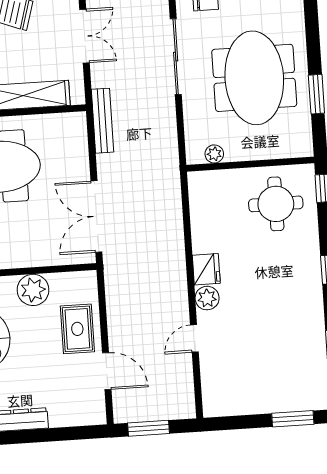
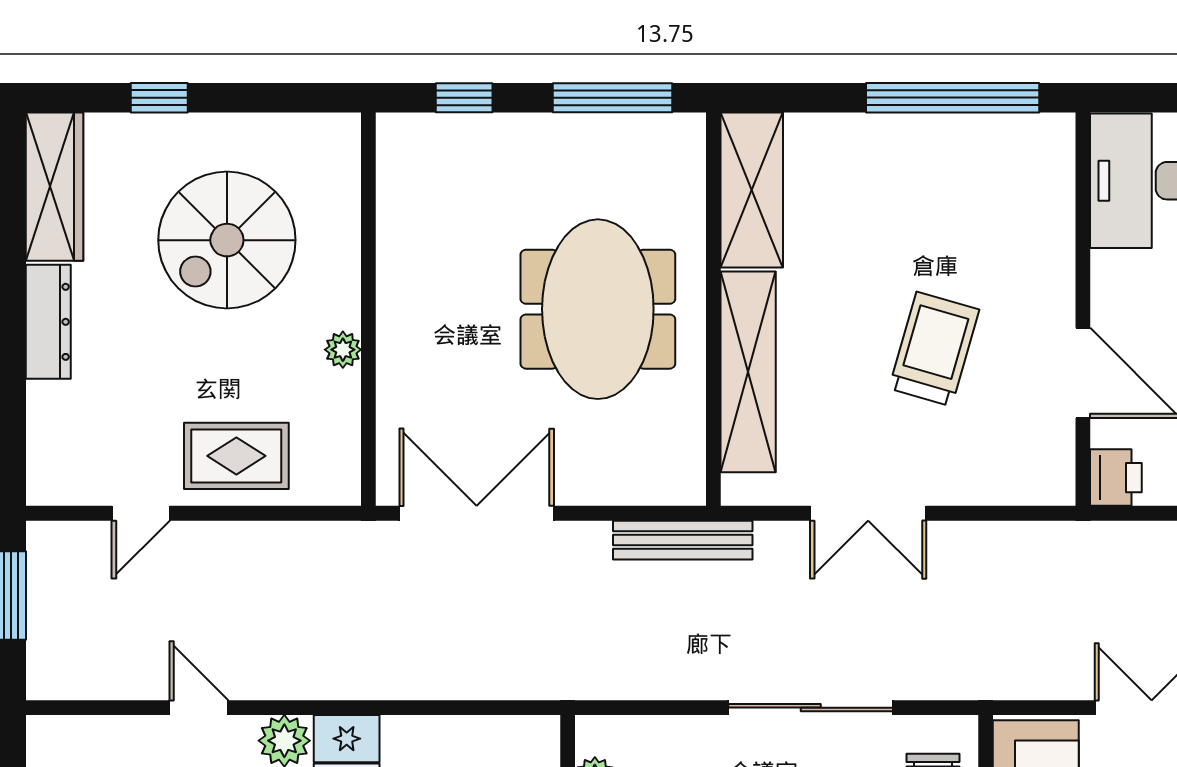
plant: (33, 290) -> (343, 350), width x0.53, depth x0.53
door: (107, 371) -> (141, 513), width x0.73

